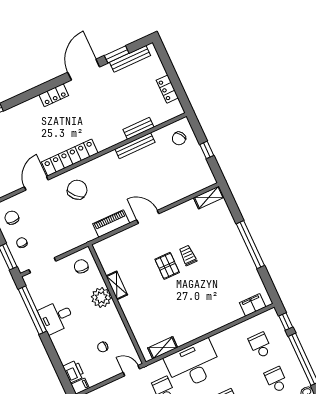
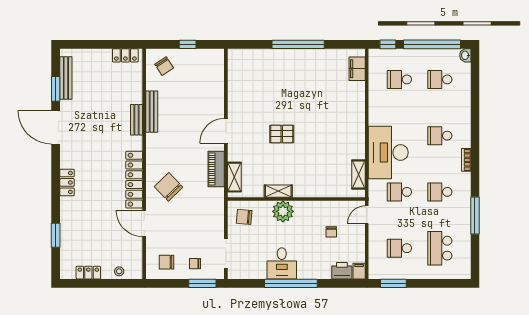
locker: (167, 89) -> (125, 55), moved
locker: (54, 95) -> (67, 182), moved
bench: (139, 128) -> (137, 120), moved
shelving: (209, 197) -> (234, 177), moved
trolley: (188, 255) -> (281, 109), removed
window: (32, 310) -> (291, 283), moved

